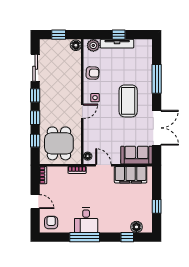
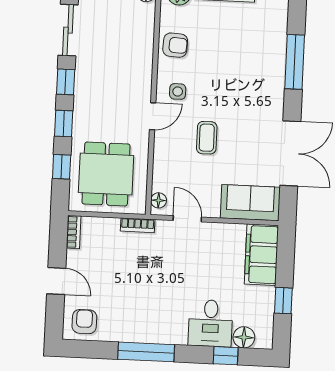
coffee table: (128, 101) -> (207, 138), moved, width x0.54, depth x0.58
filing cabinet: (131, 175) -> (261, 255), moved, turned 90
desk: (86, 220) -> (211, 323), moved

